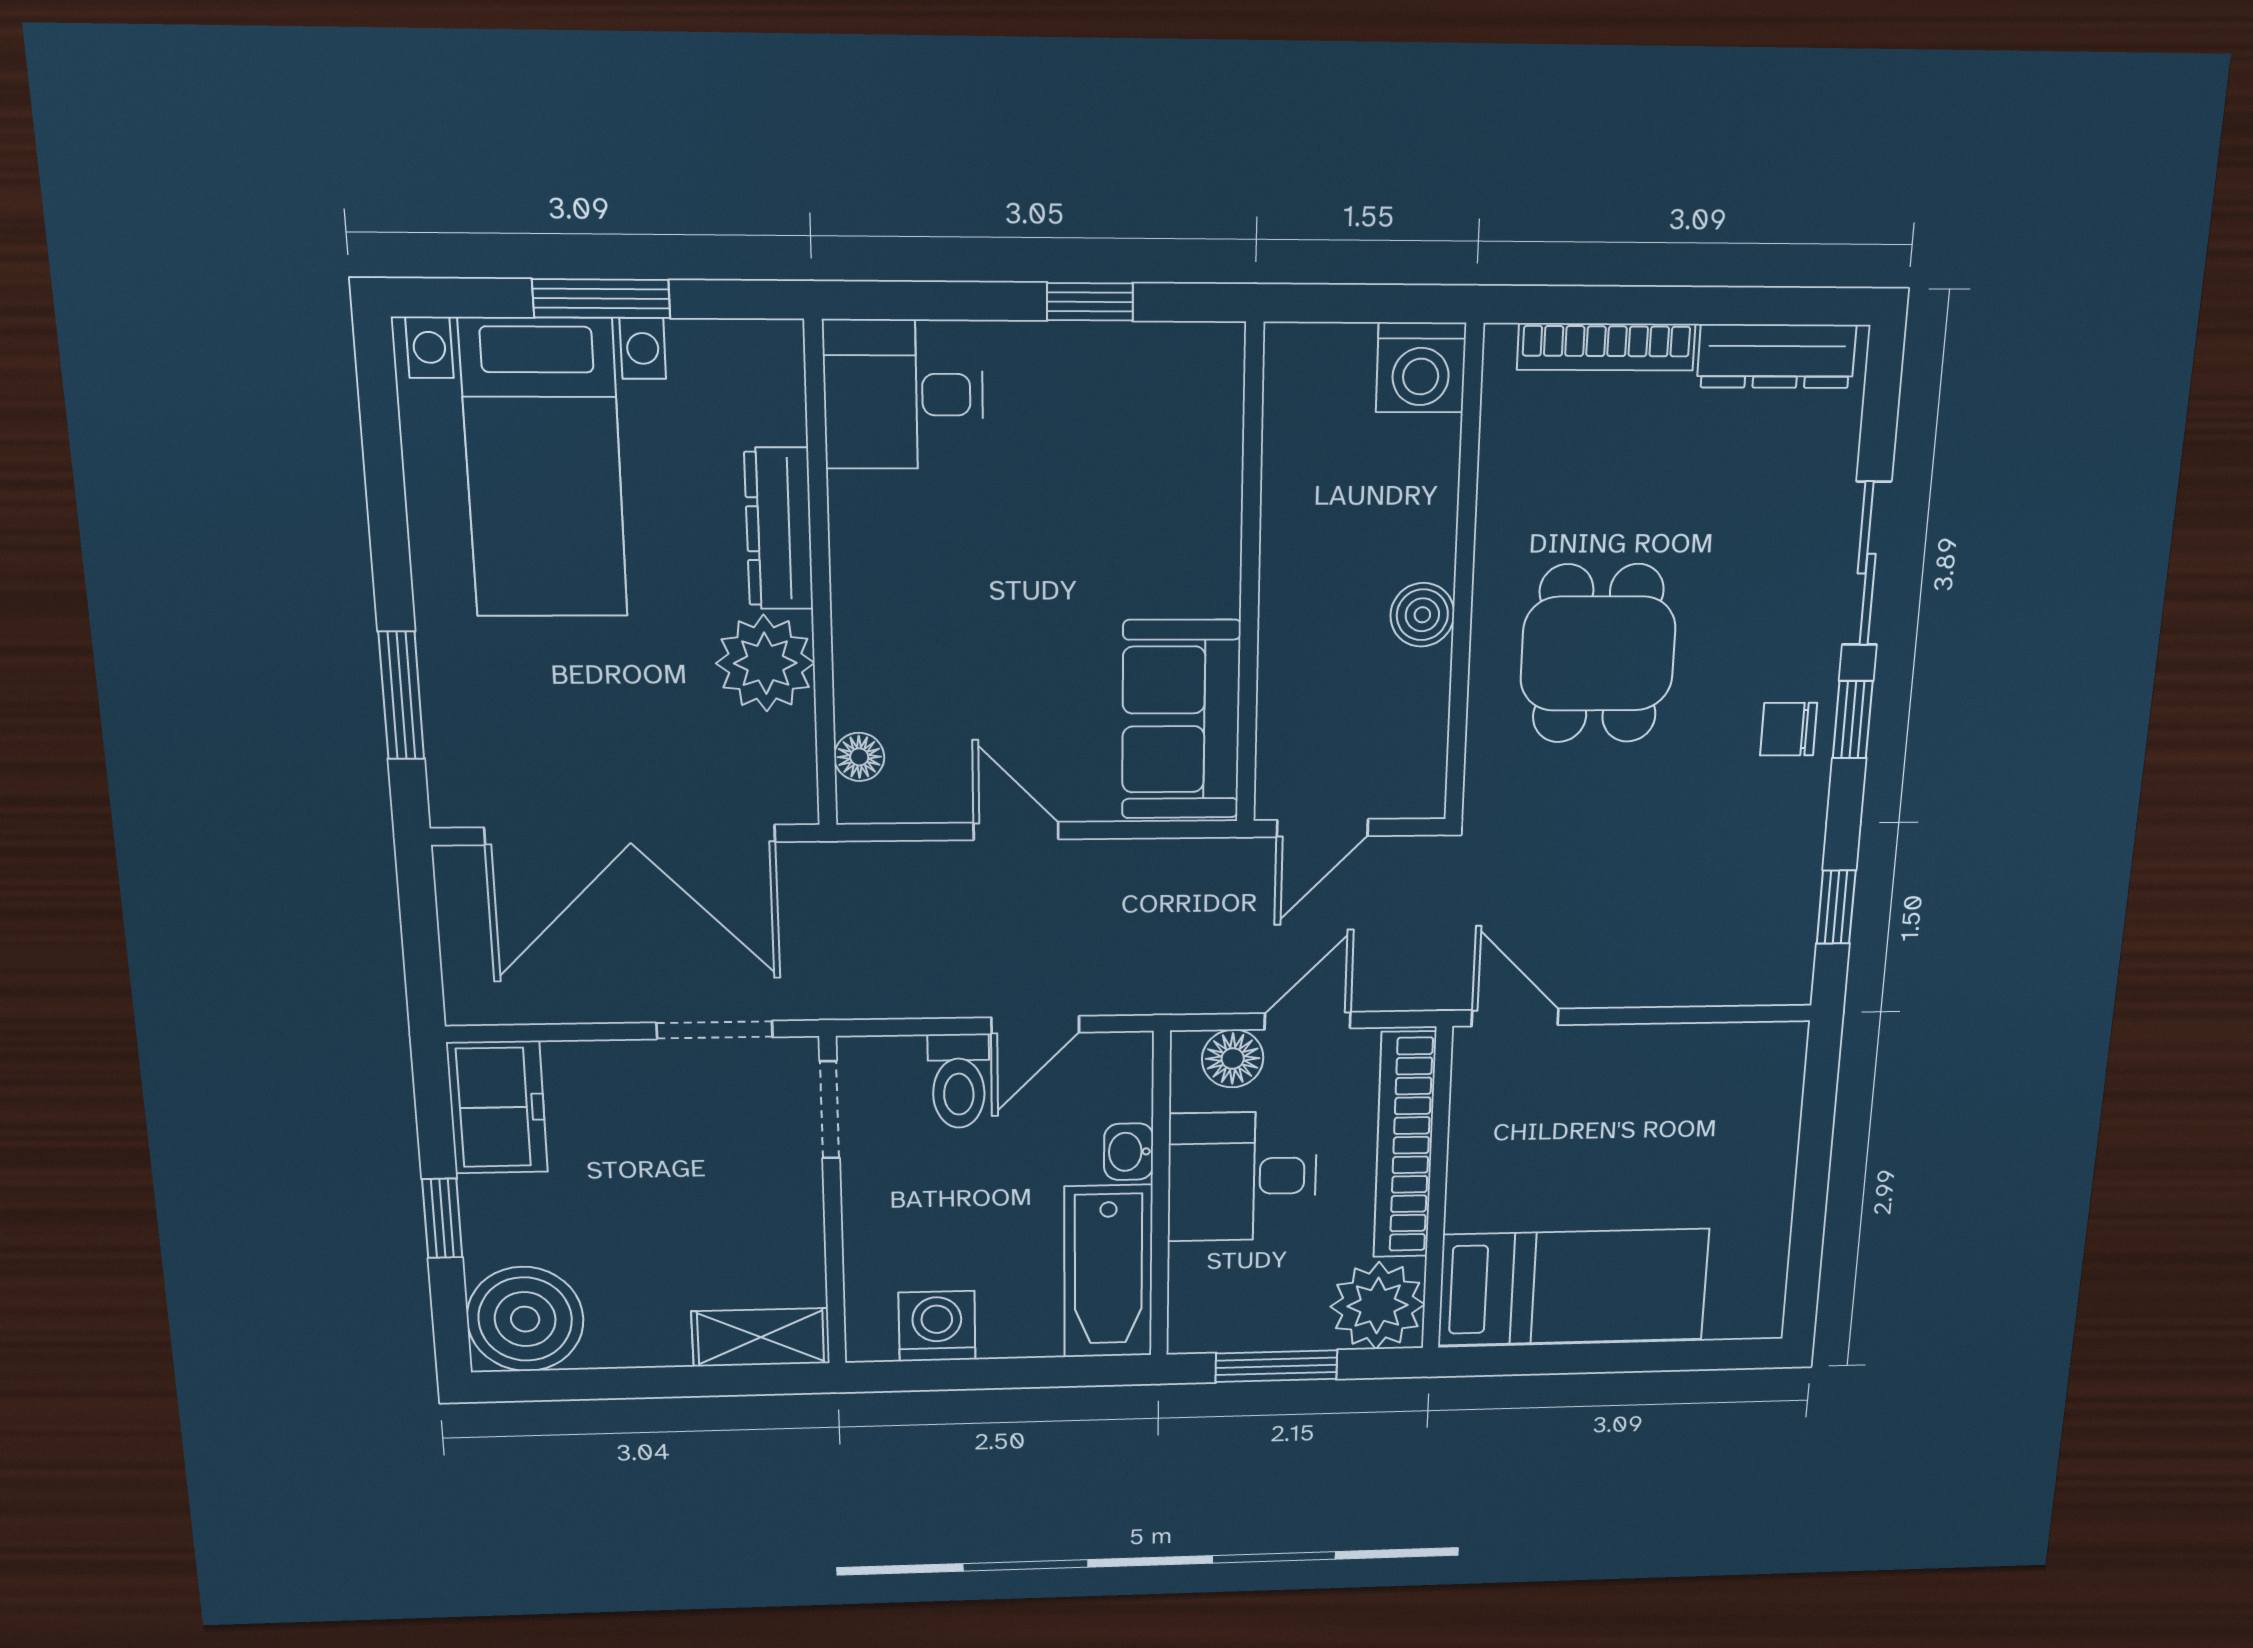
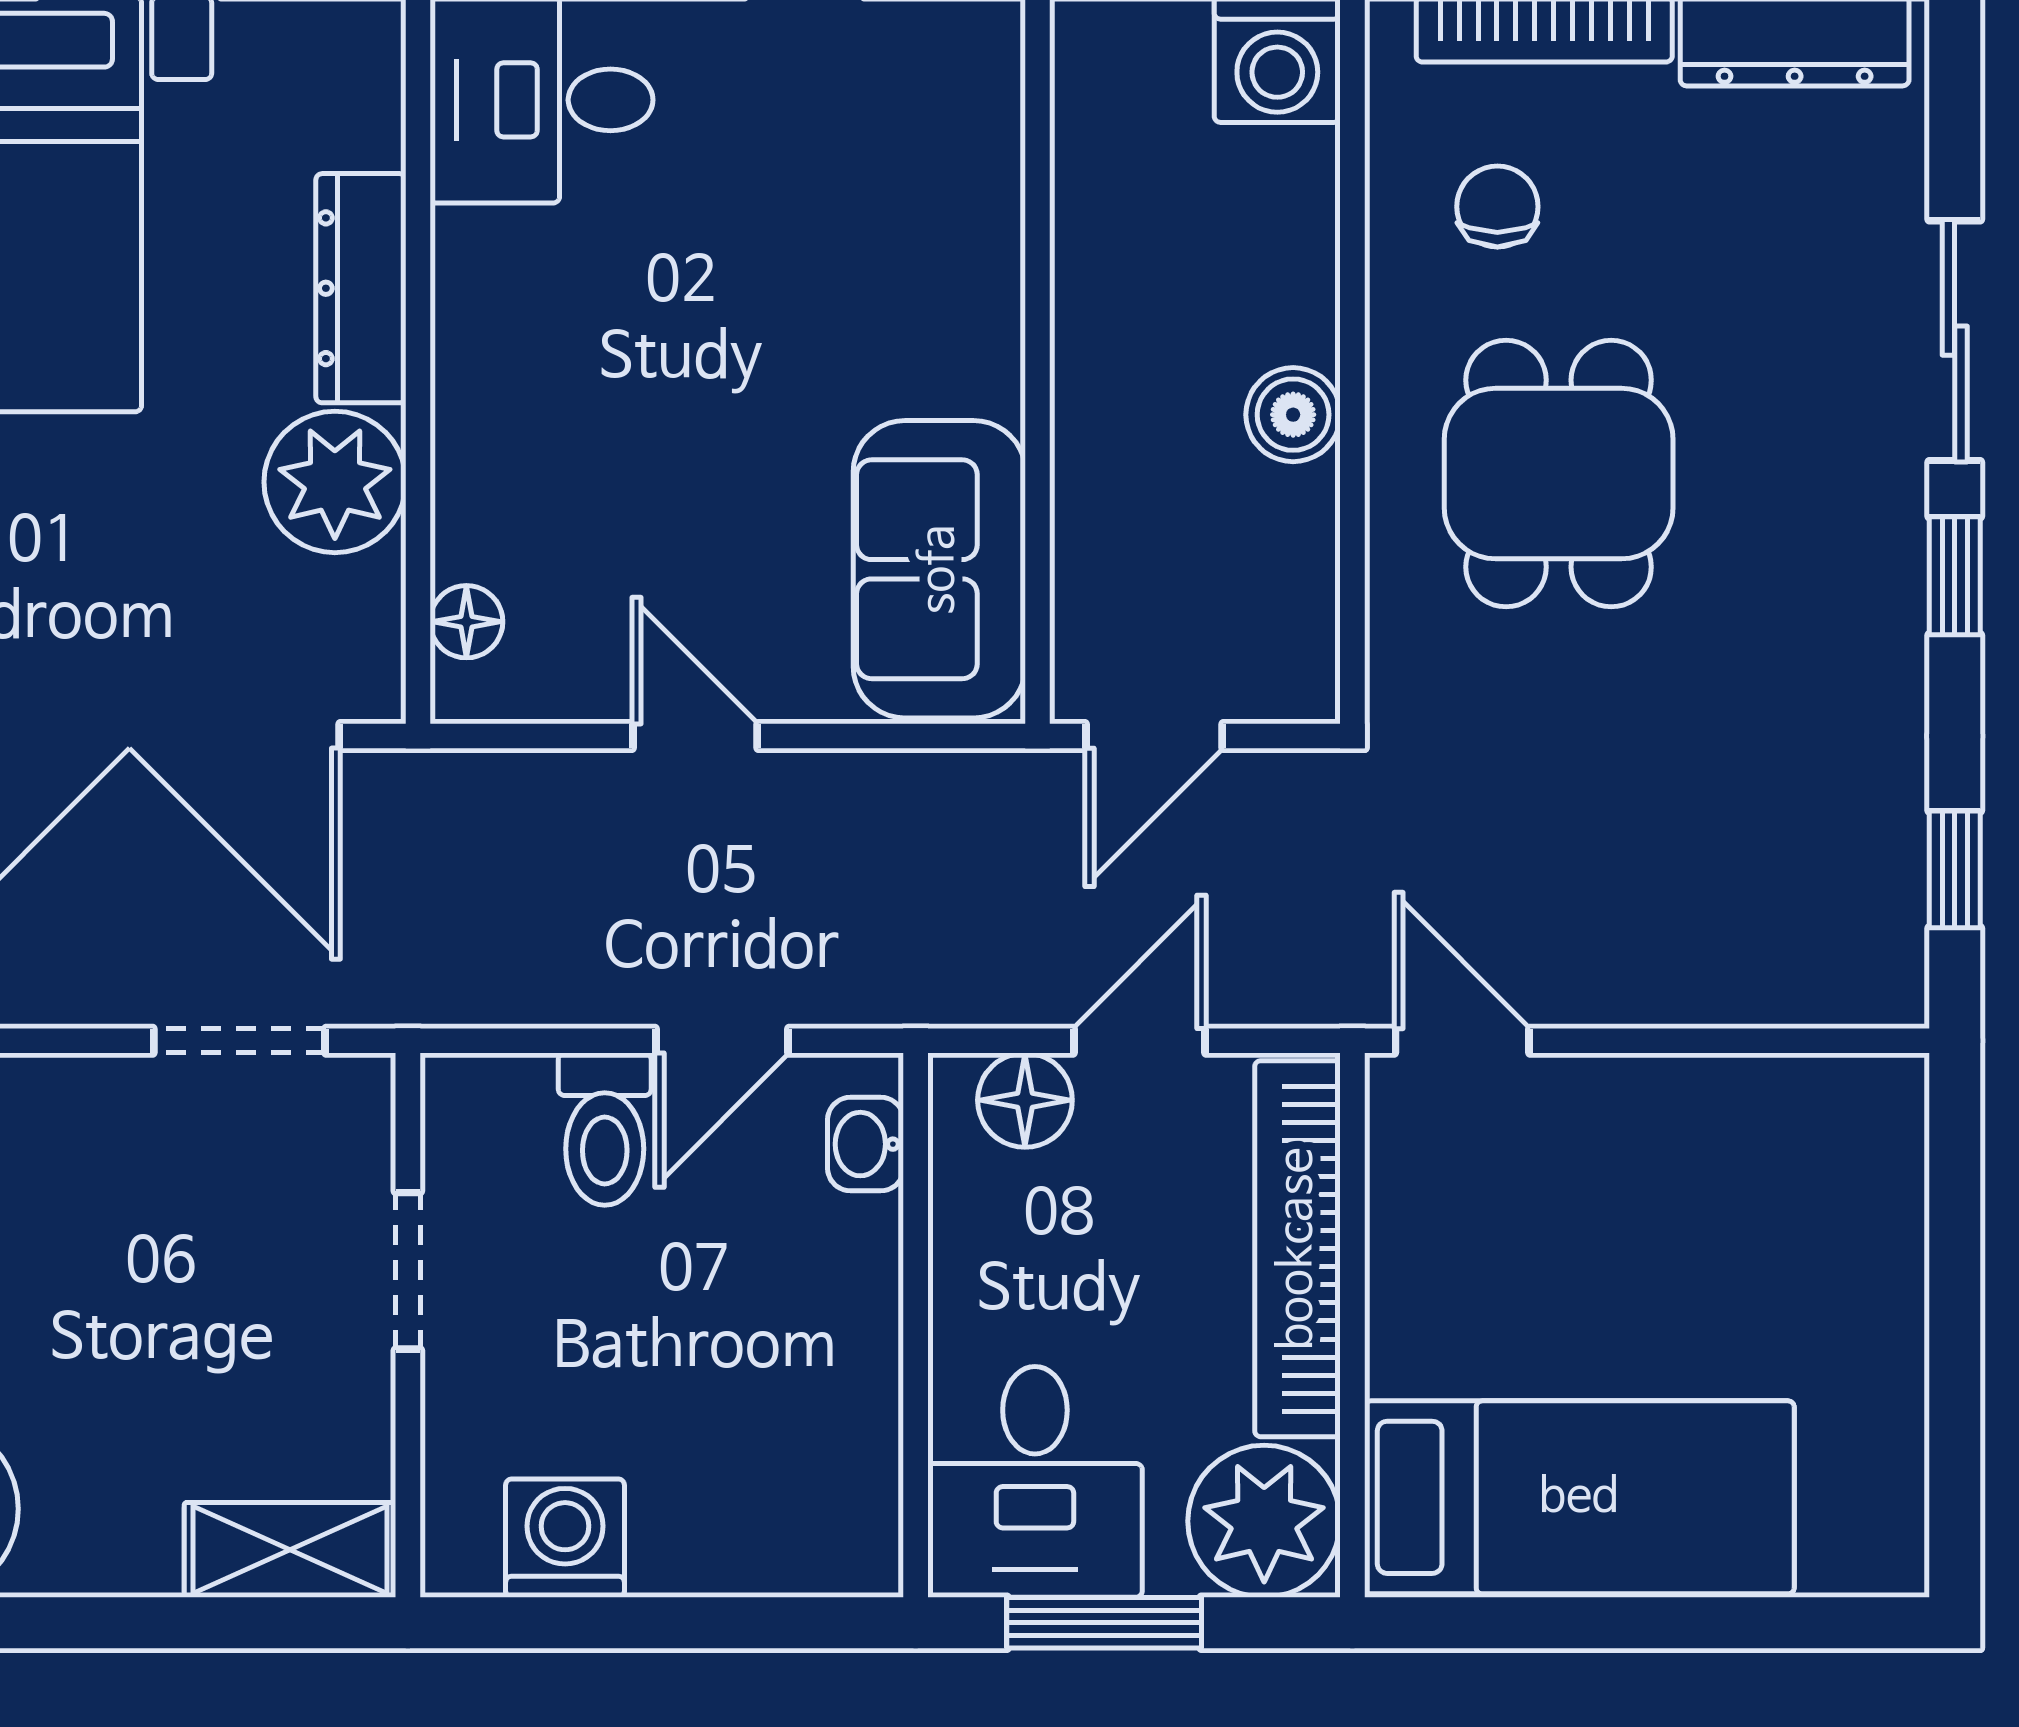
chair: (1789, 729) -> (1497, 207), moved, turned 90
doorway: (830, 1110) -> (408, 1271), moved
washbasin: (1129, 1152) -> (866, 1144), moved
desk: (1242, 1176) -> (1035, 1482), moved, turned -90
bathtub: (1108, 1271) -> (835, 1451), removed

